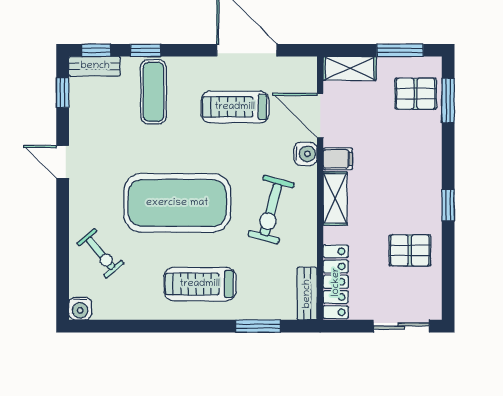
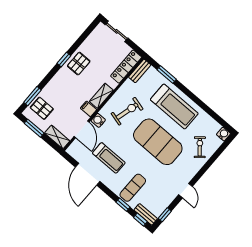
pallet: (410, 250) -> (79, 64), moved, turned 90
treadmill: (200, 284) -> (174, 107), width x1.37, depth x1.38

